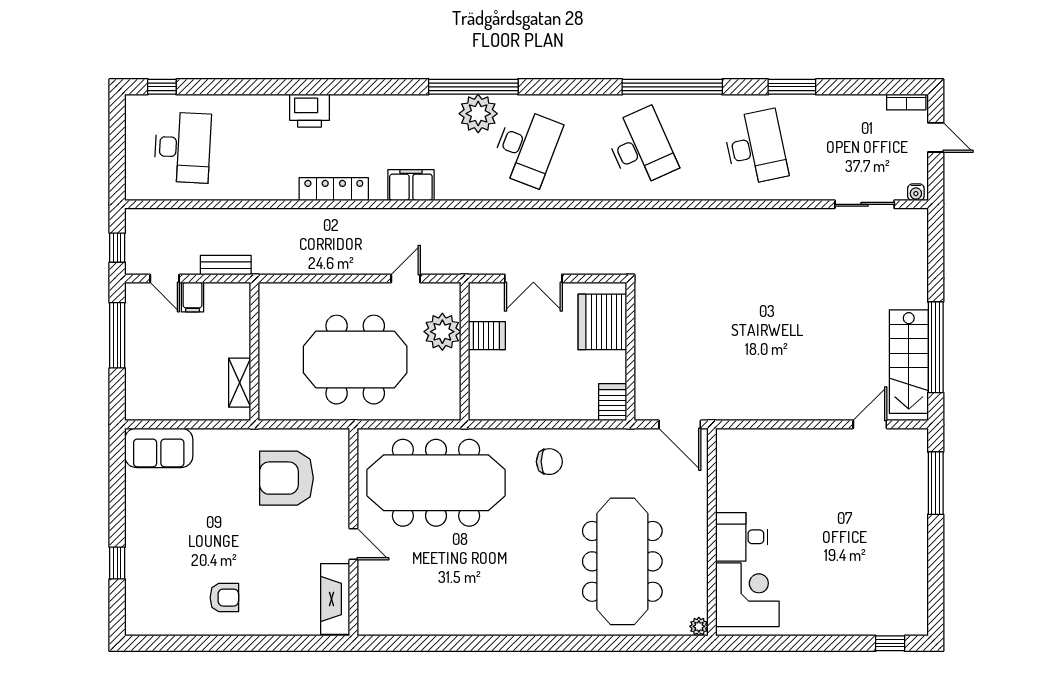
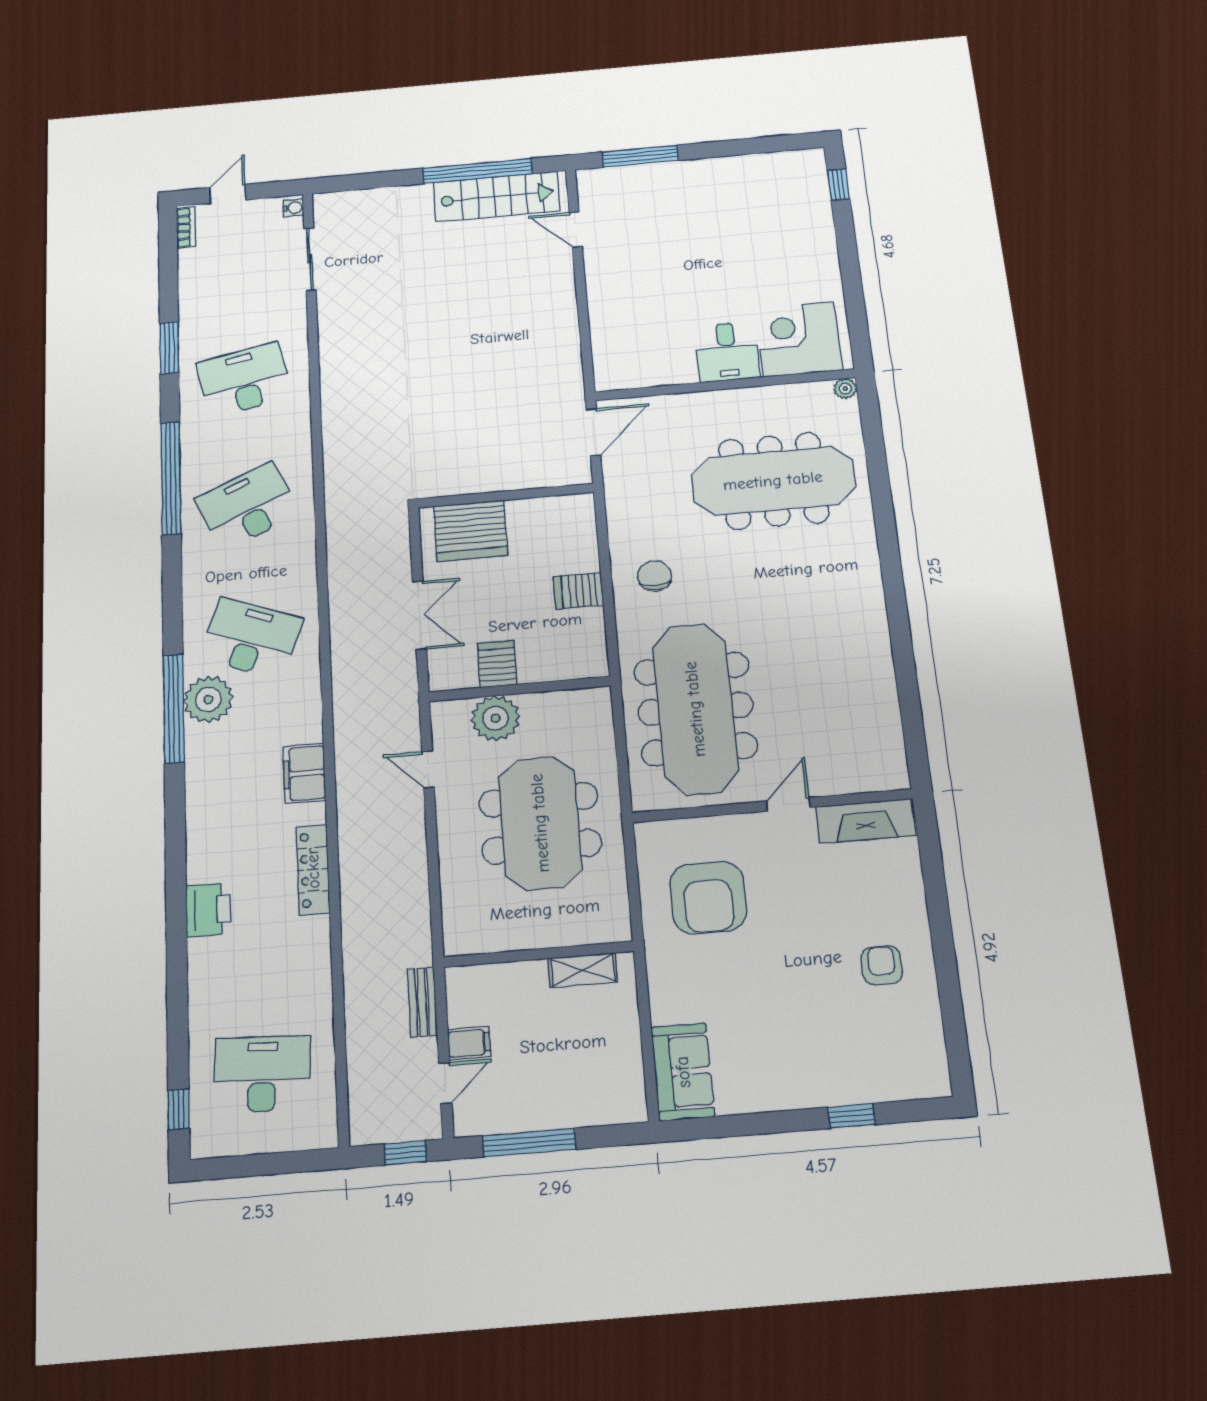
server rack: (613, 402) -> (579, 591), moved

